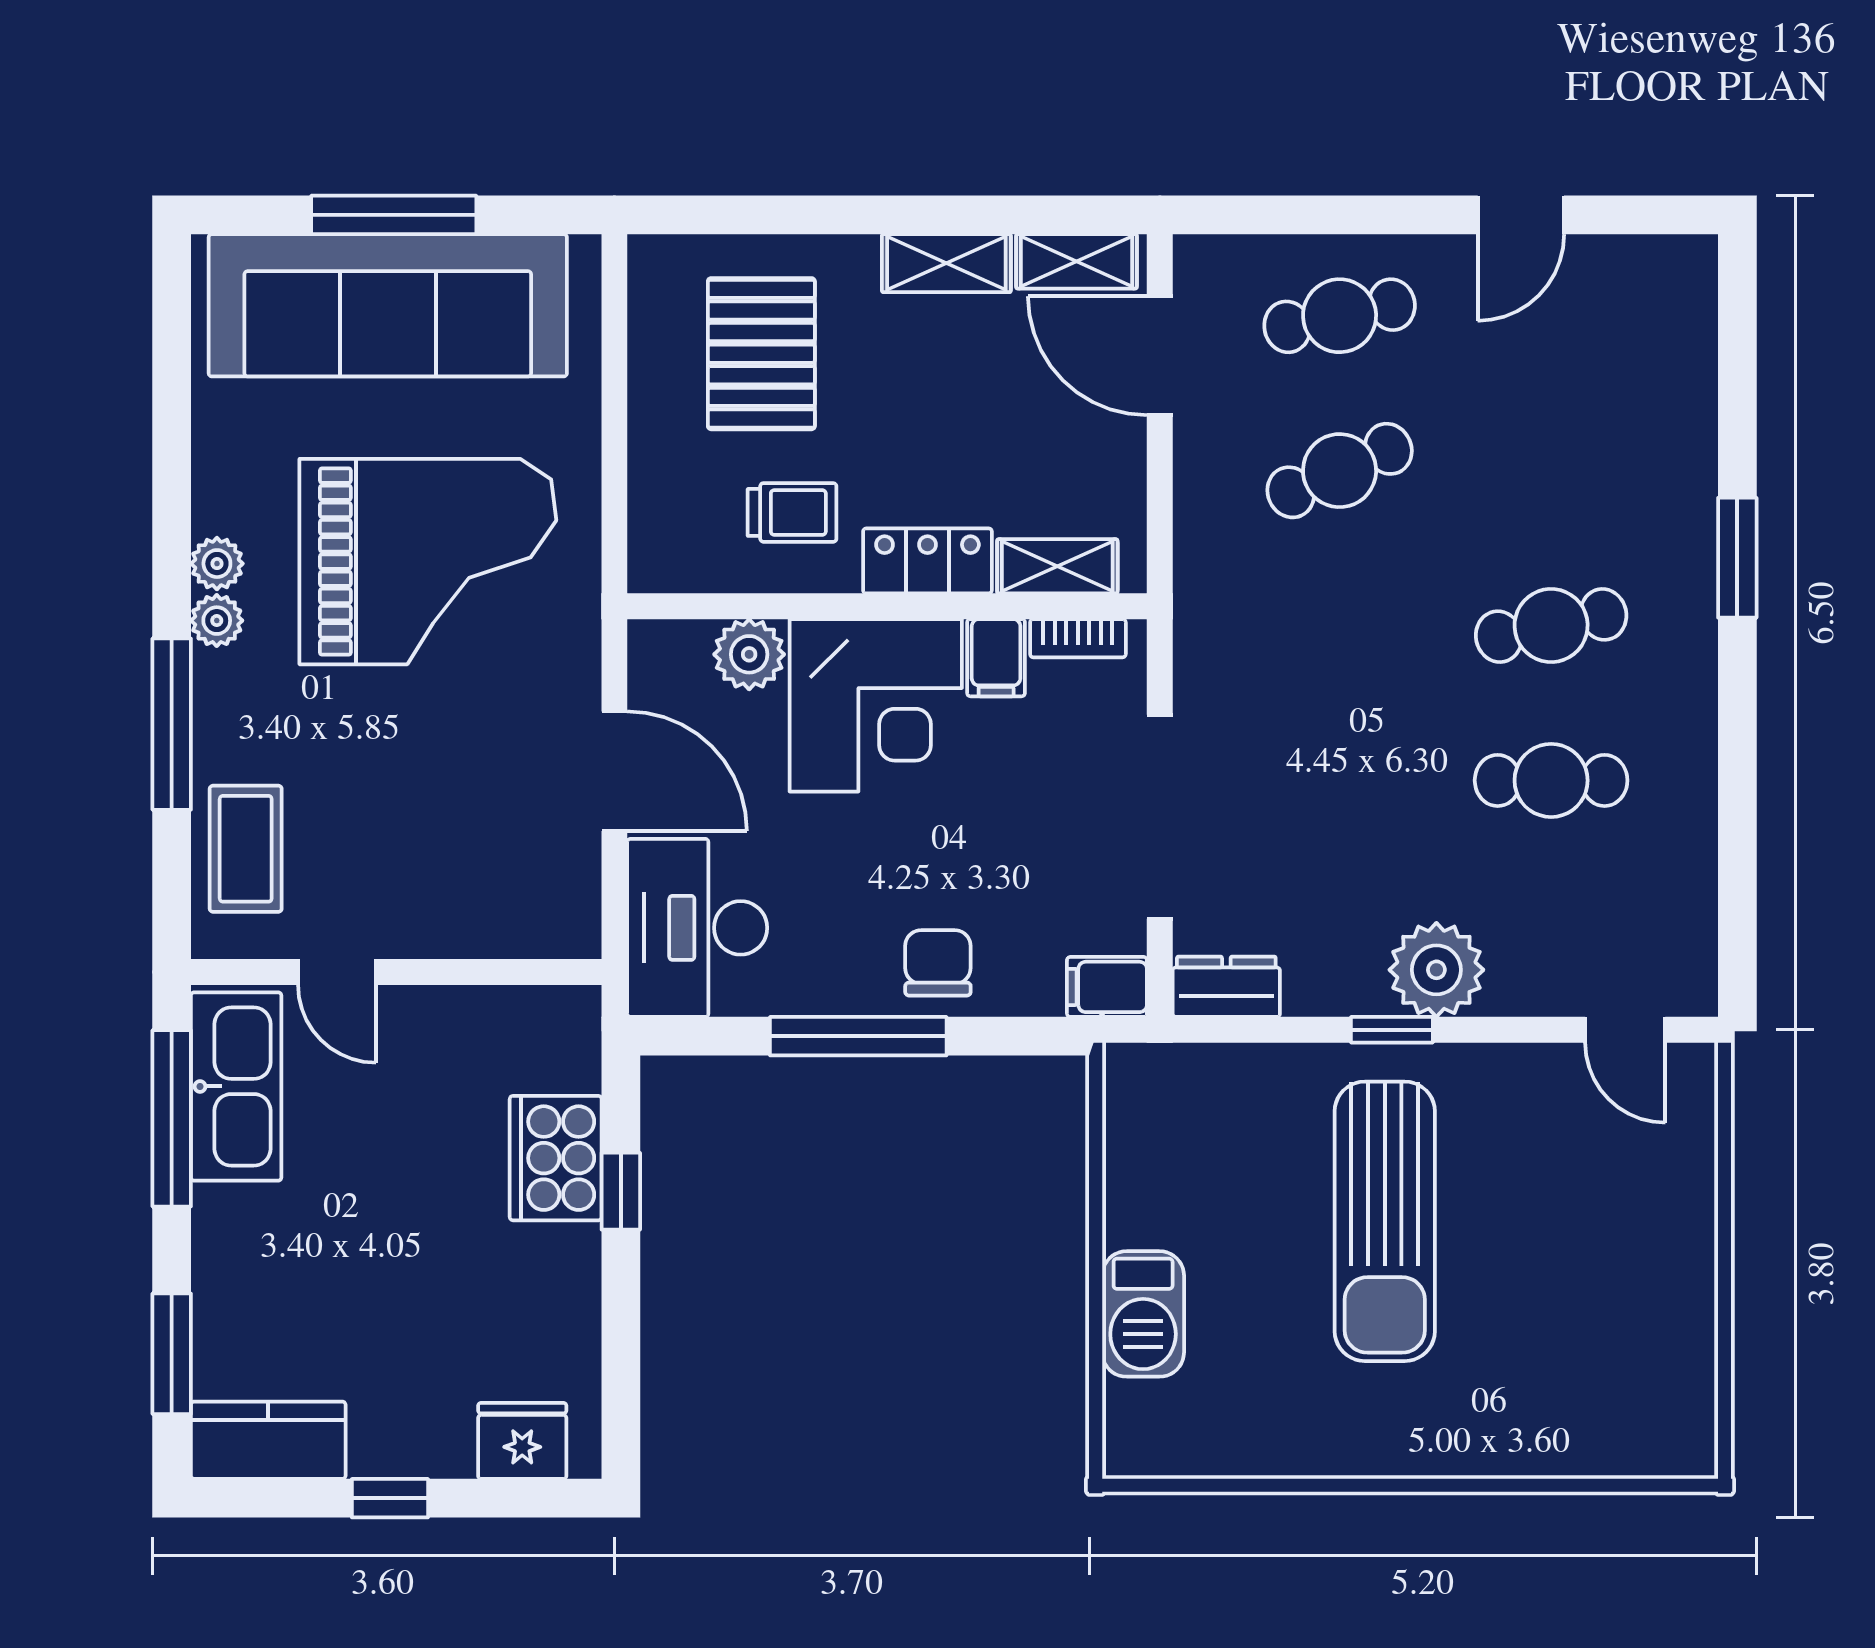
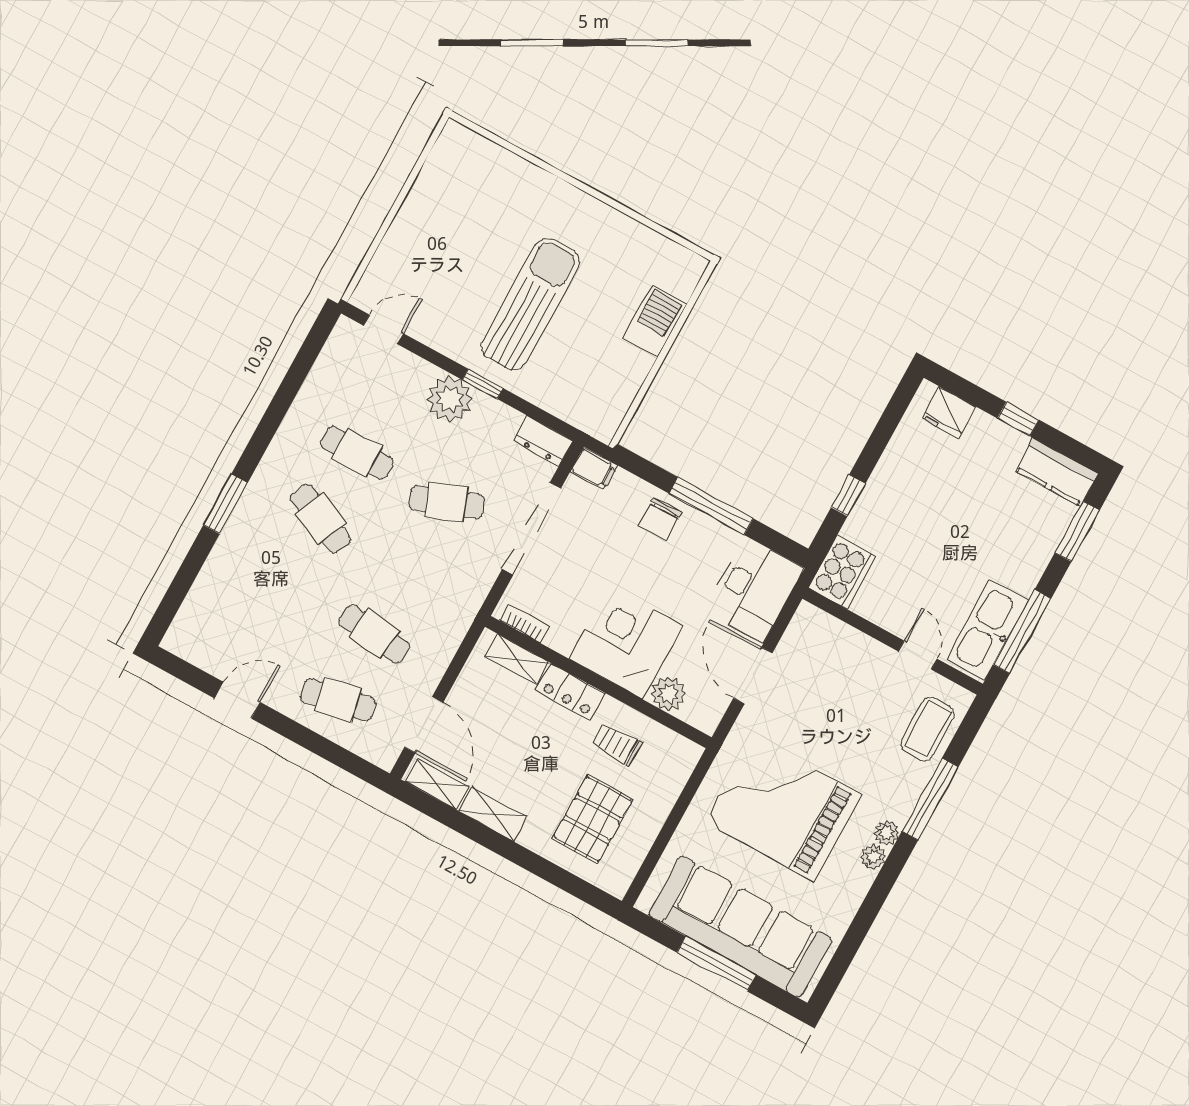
cafe table: (1340, 471) -> (374, 634), turned 30
cafe table: (1551, 626) -> (320, 519), turned 36
filing cabinet: (996, 658) -> (564, 635), removed
cafe table: (1340, 780) -> (447, 502), added
door: (1625, 1030) -> (383, 329), hinge flipped
cooker: (556, 1158) -> (842, 572), moved

